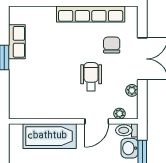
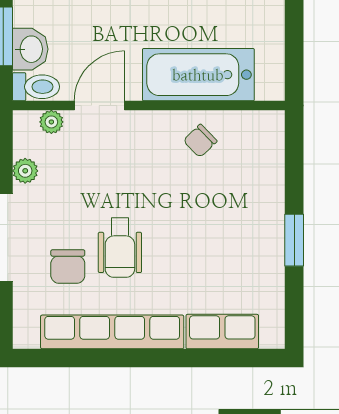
row of seats: (17, 42) -> (222, 332), moved, turned 90
wheelchair: (91, 77) -> (120, 248), moved
chair: (49, 105) -> (200, 141), added

